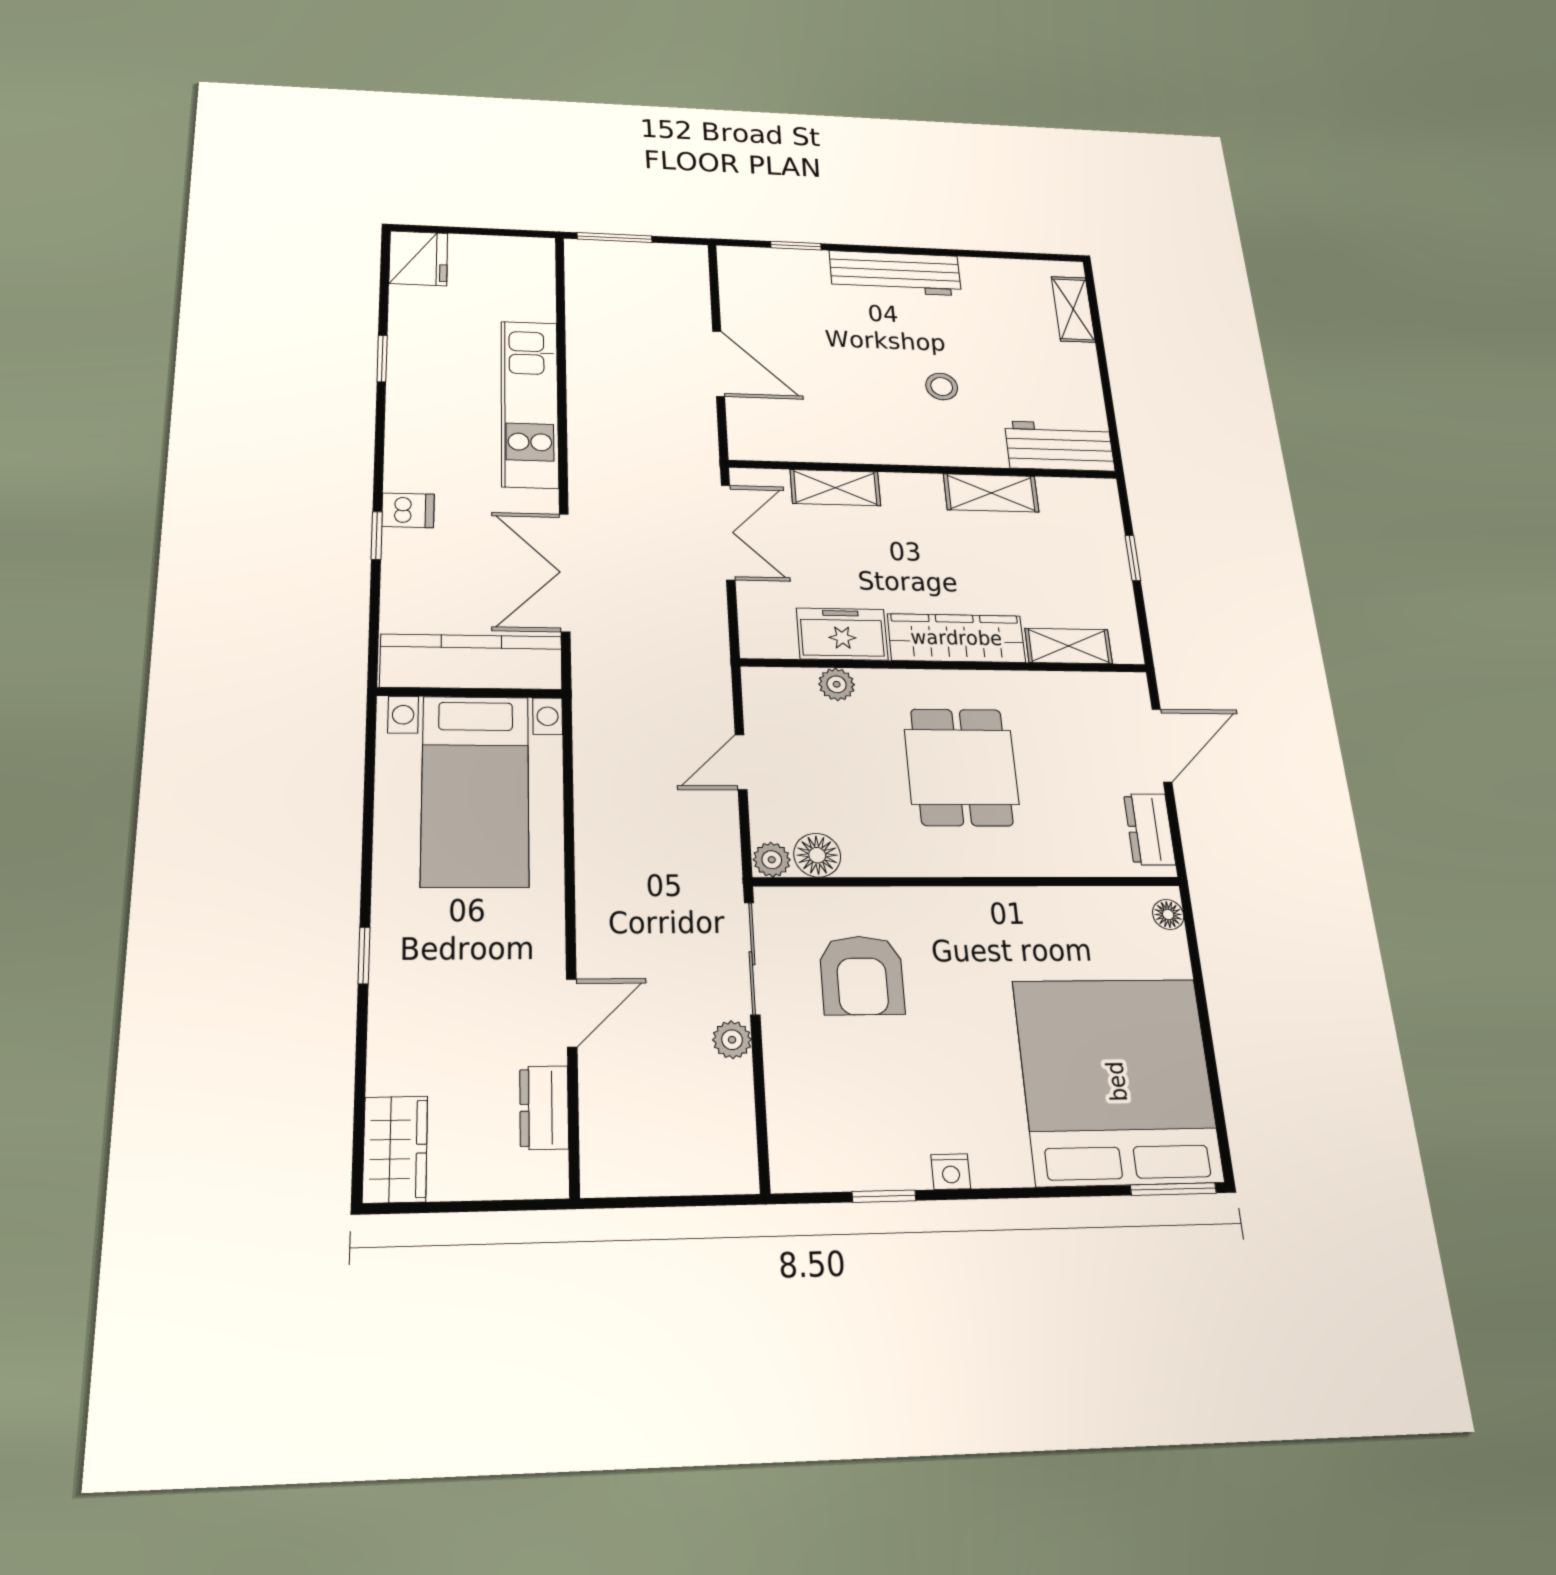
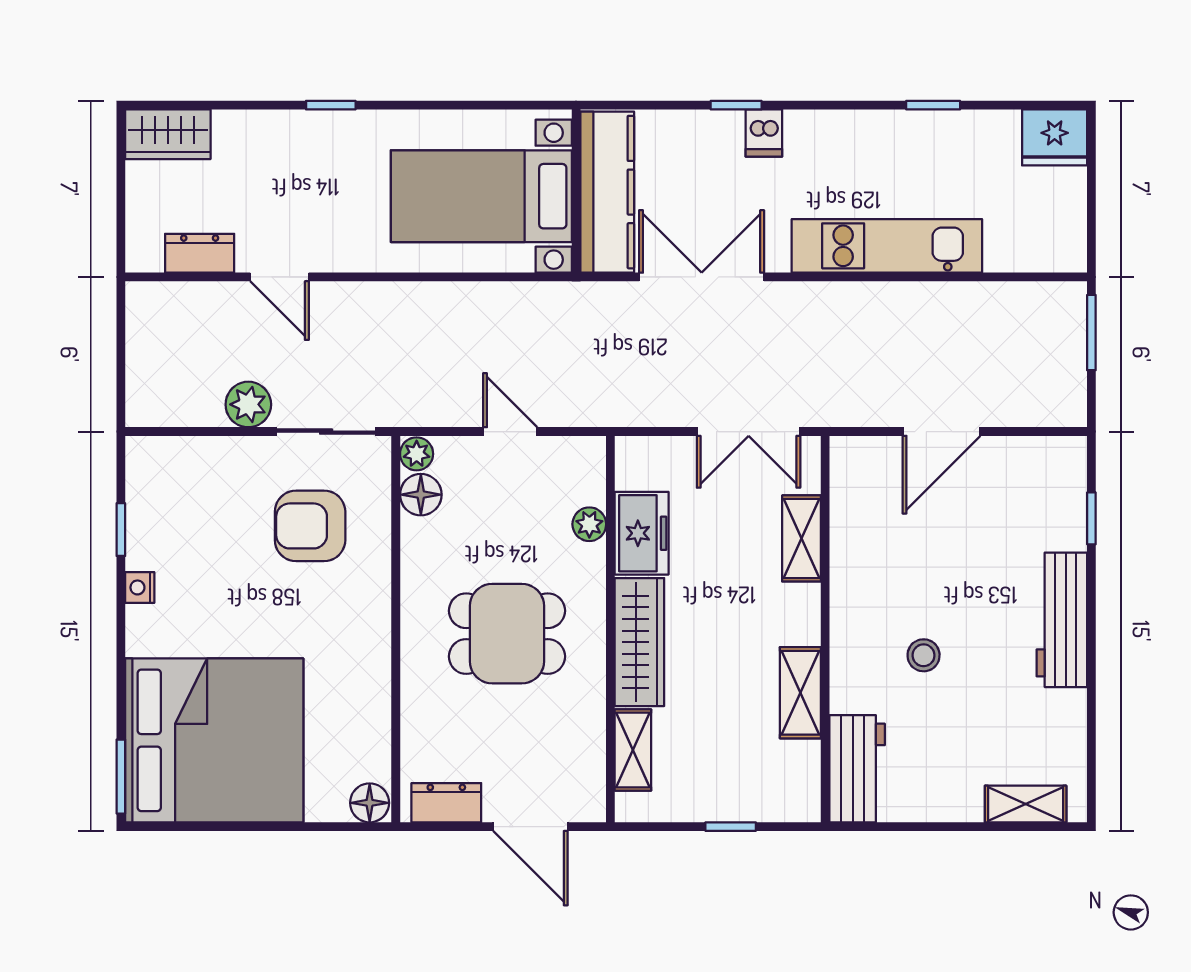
floor lamp: (1168, 914) -> (370, 803), width x1.37, depth x1.37
plant: (732, 1040) -> (248, 404), width x1.38, depth x1.38

